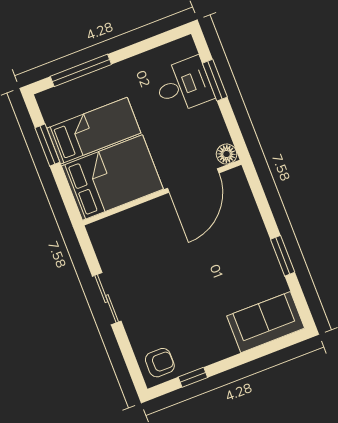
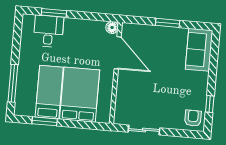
floor lamp: (227, 154) -> (112, 28), moved
door: (193, 181) -> (118, 53), moved
wall: (162, 193) -> (116, 73), moved

